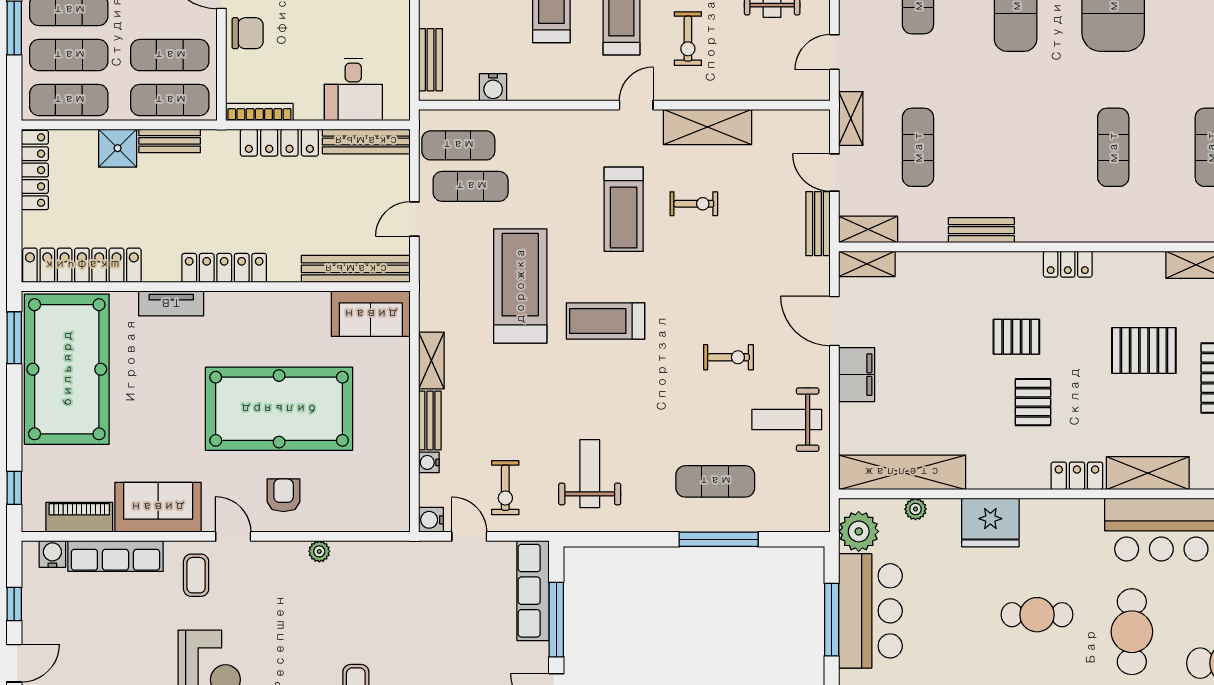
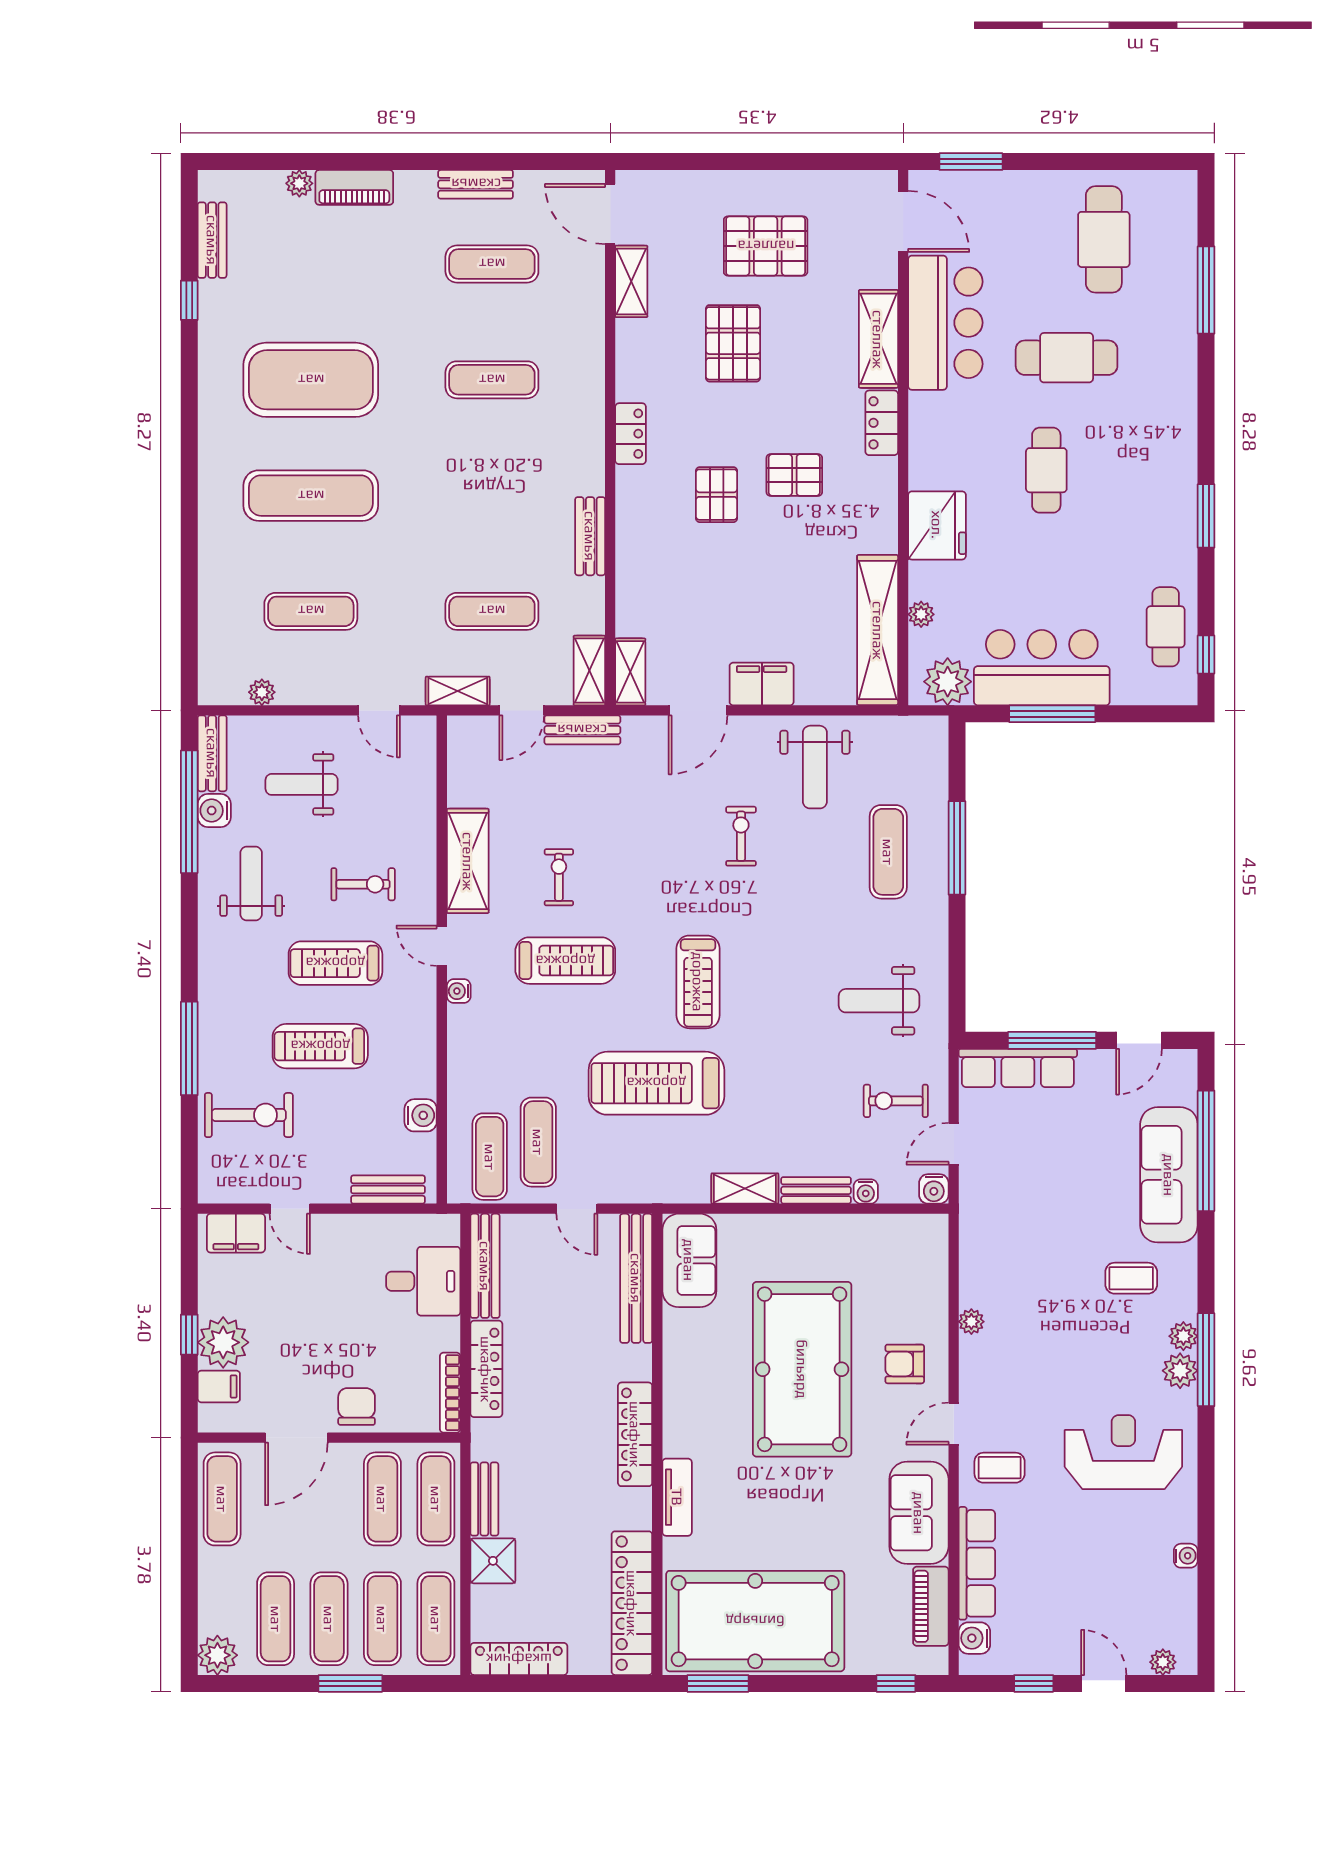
water cooler: (598, 119) -> (459, 991), added
exercise bike: (505, 488) -> (896, 1101), turned 180

